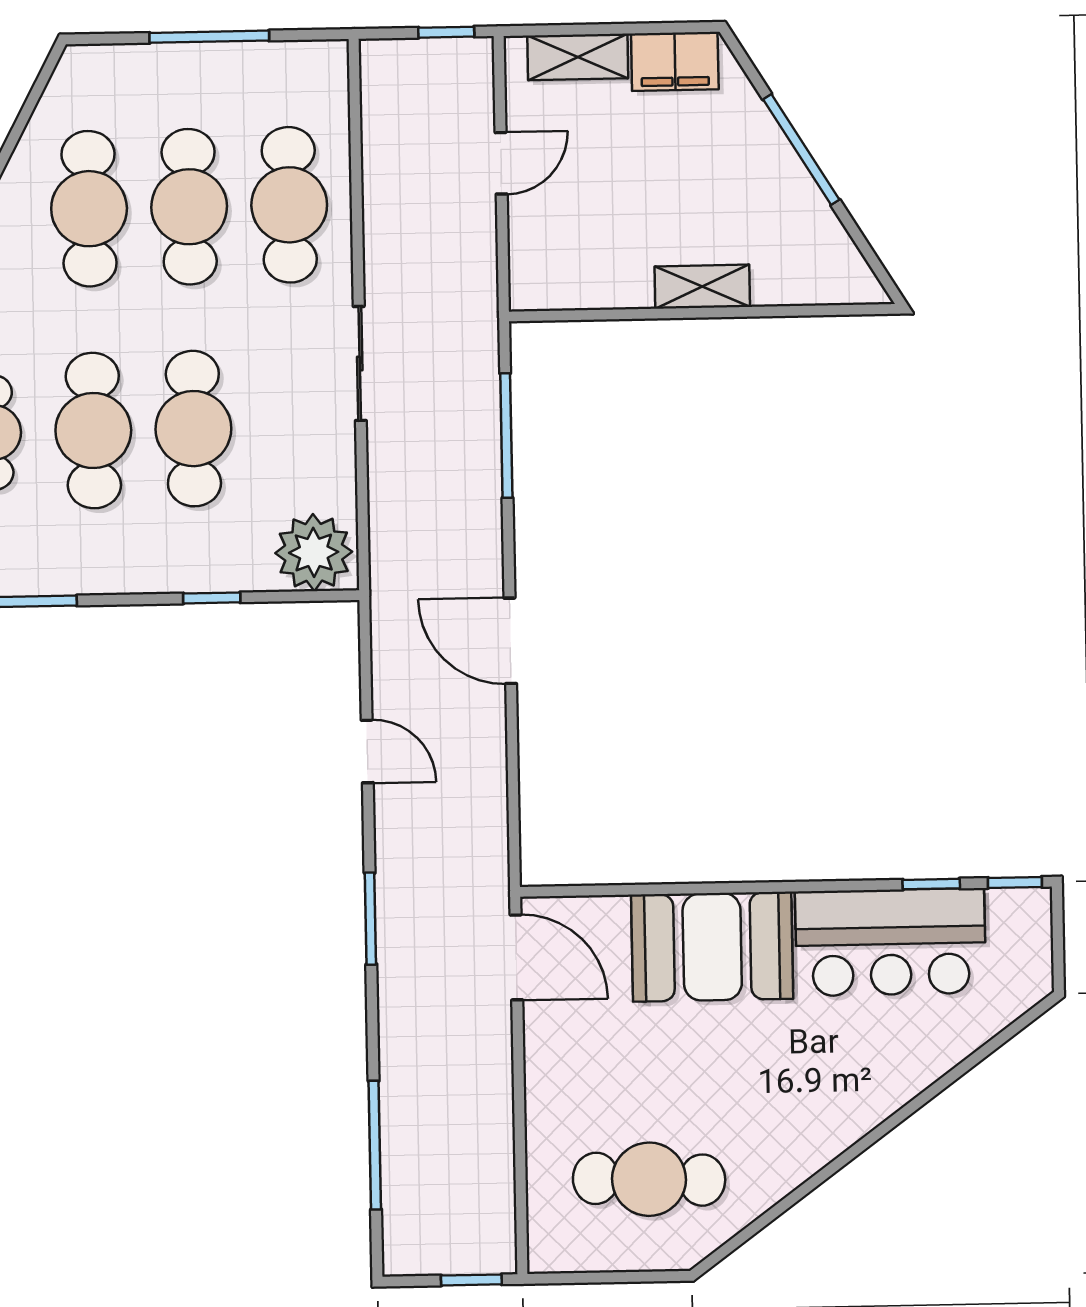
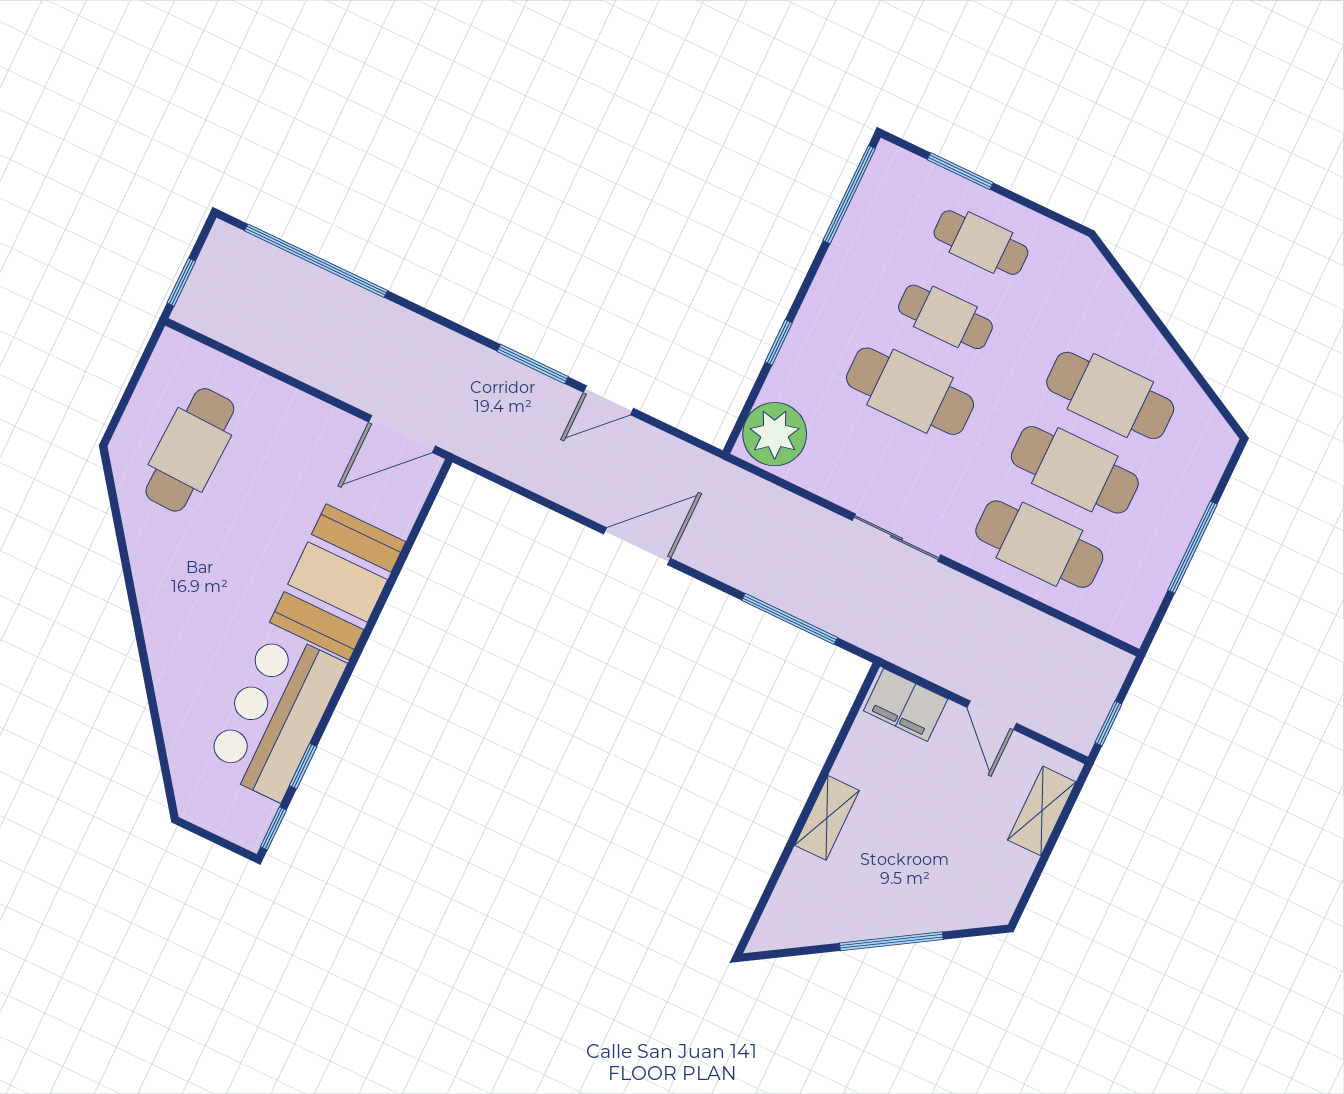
filing cabinet: (675, 61) -> (906, 705), moved, turned -90
cafe table: (93, 431) -> (945, 317), width x0.73, depth x0.74
window: (370, 919) -> (533, 364), moved
window: (375, 1145) -> (316, 261), width x1.46

